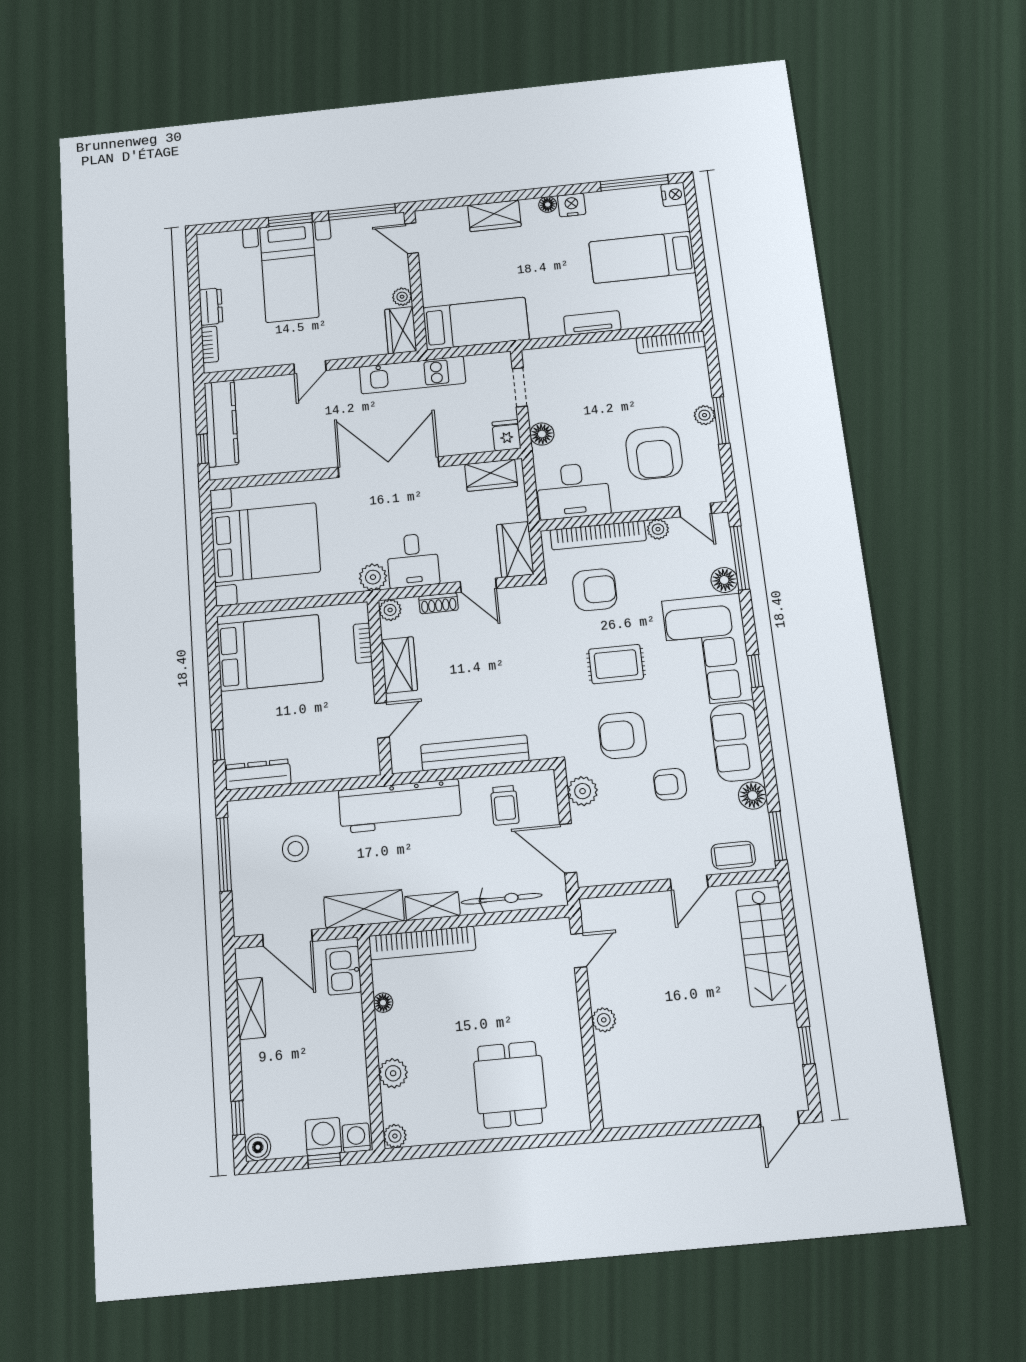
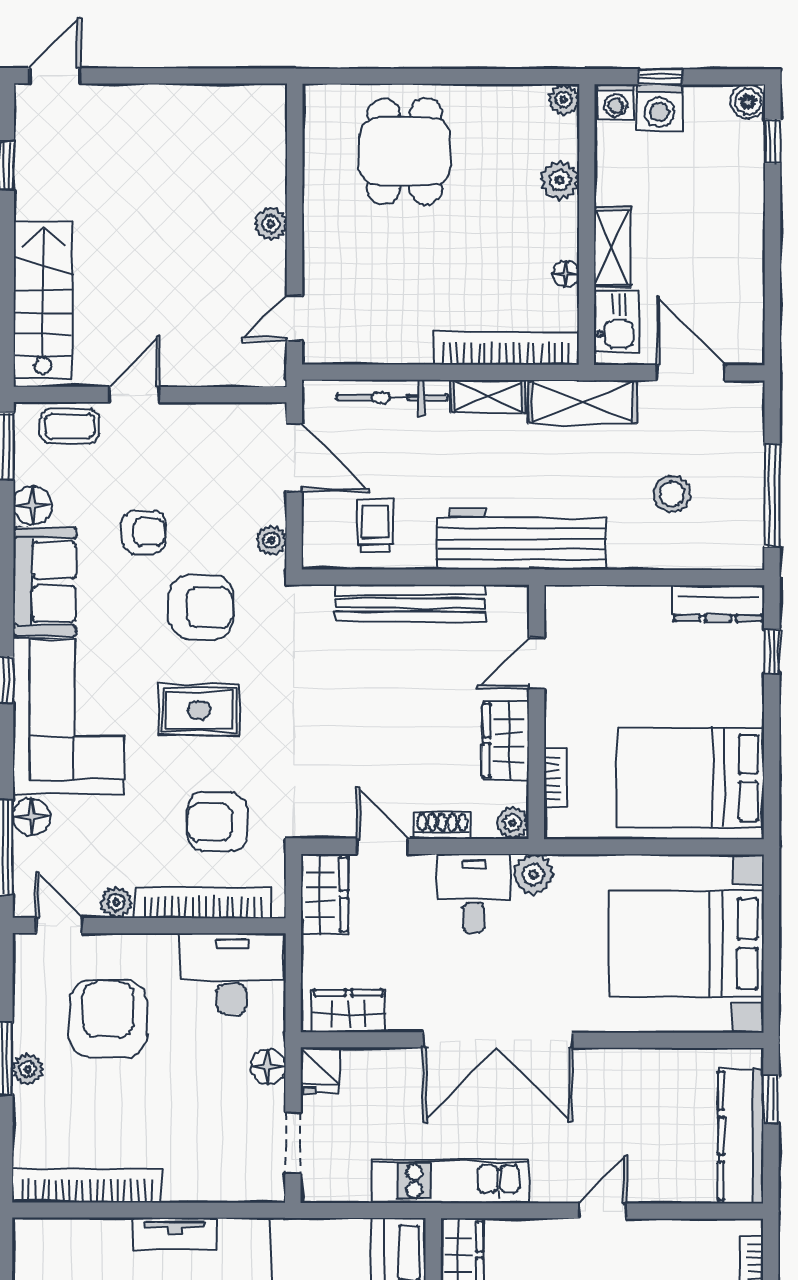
bookcase: (671, 342) -> (87, 1185), width x1.48, depth x1.31
plant: (583, 791) -> (271, 540), width x0.73, depth x0.73
shelving: (251, 1008) -> (612, 247), moved

